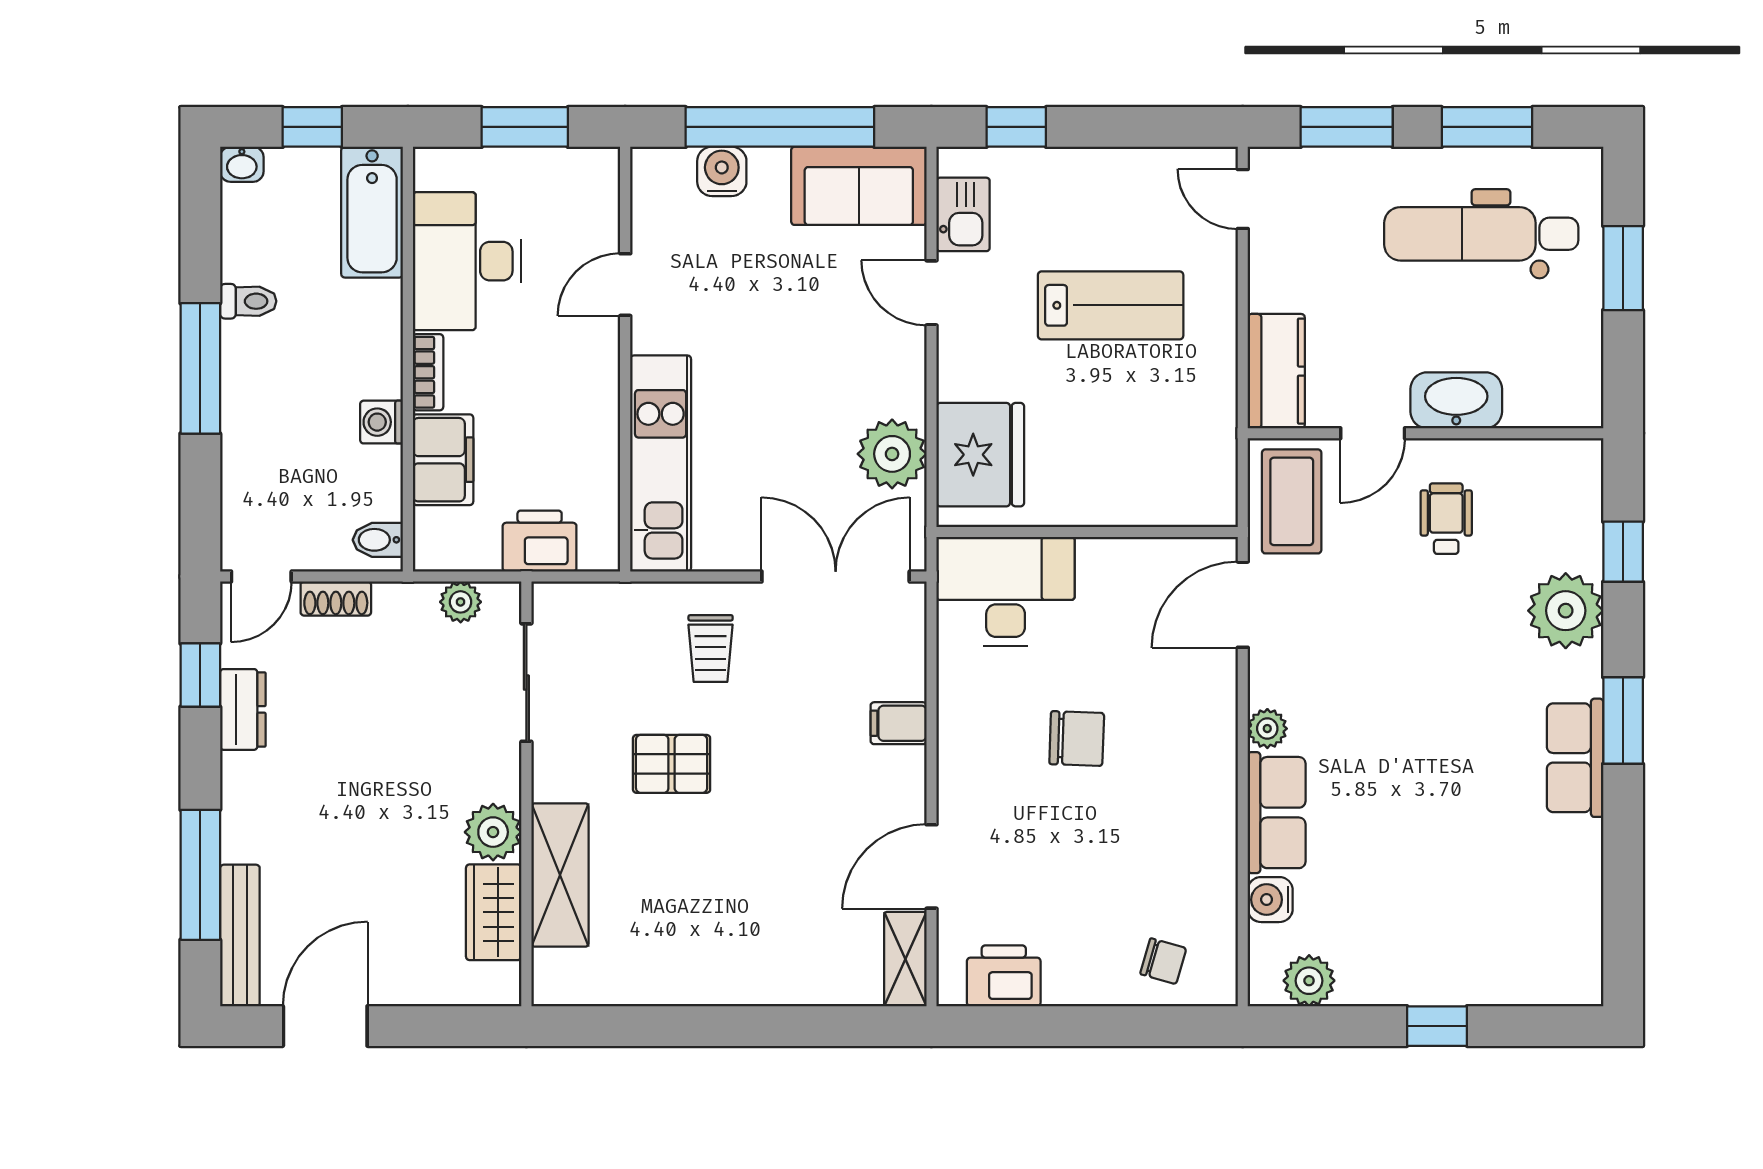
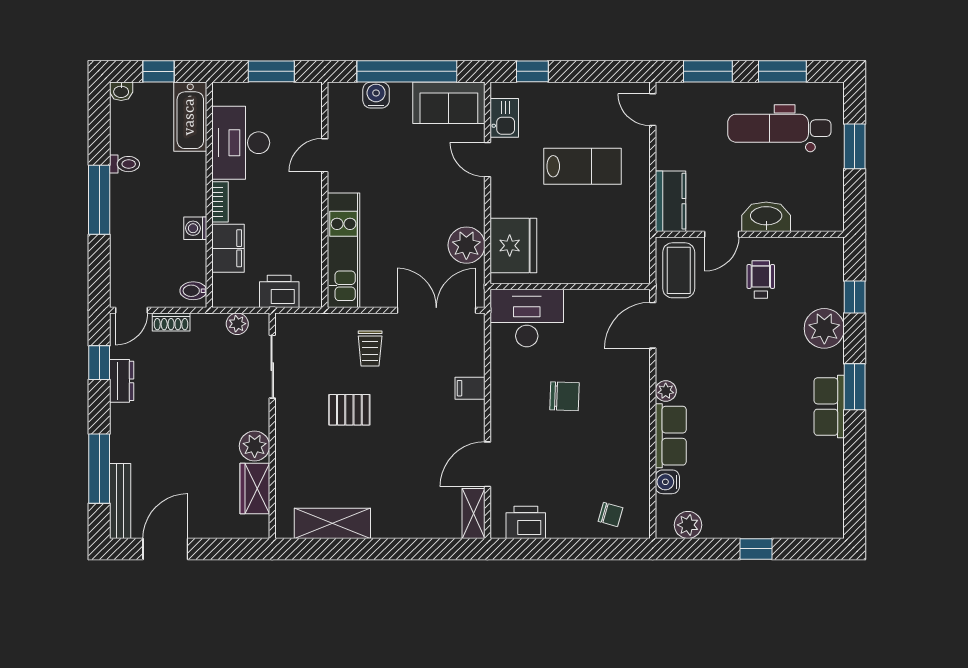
shelving: (560, 875) -> (332, 523), moved, turned 90

